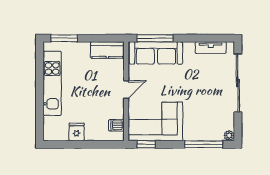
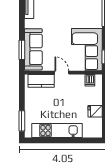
window: (155, 38) -> (22, 50), width x0.69
kitchen counter: (107, 50) -> (41, 81), moved, turned 90

